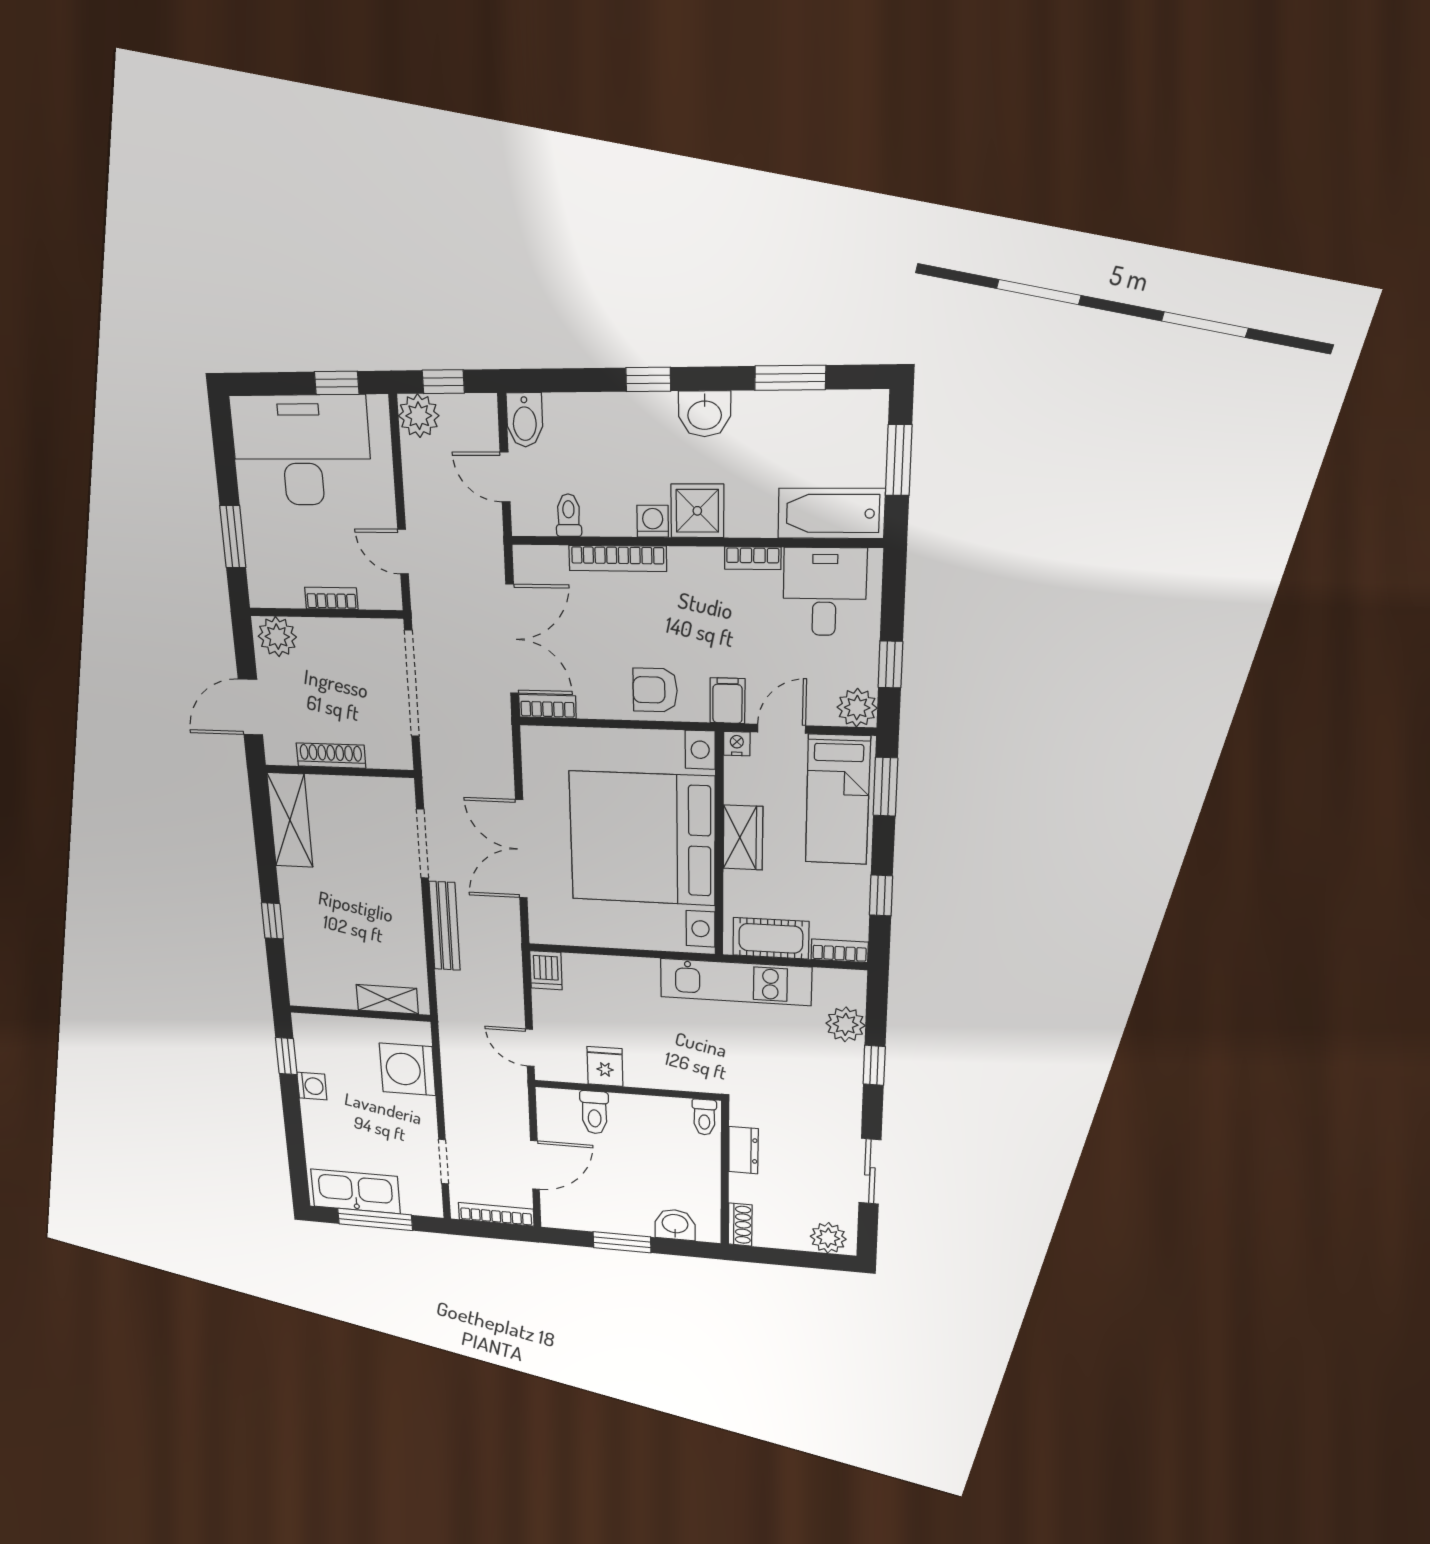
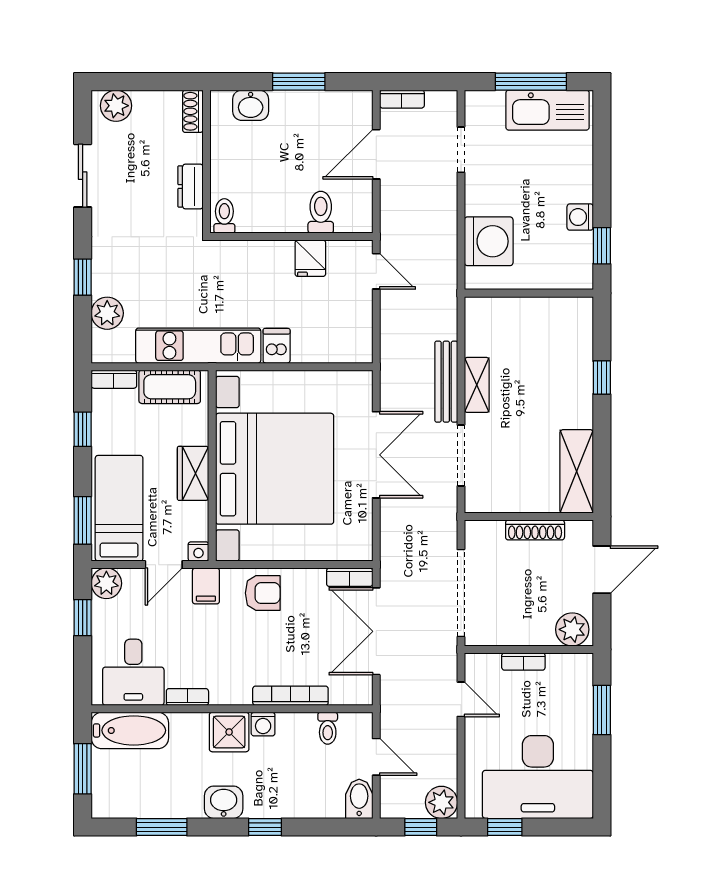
dishwasher: (546, 970) -> (277, 346), moved
shelving: (387, 999) -> (477, 385), moved, turned 90
bookcase: (496, 1214) -> (402, 99), width x0.64

